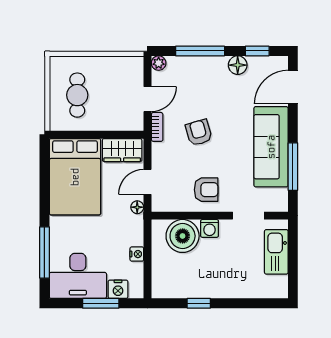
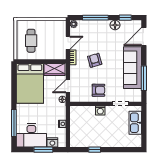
boiler: (183, 236) -> (86, 114), removed

